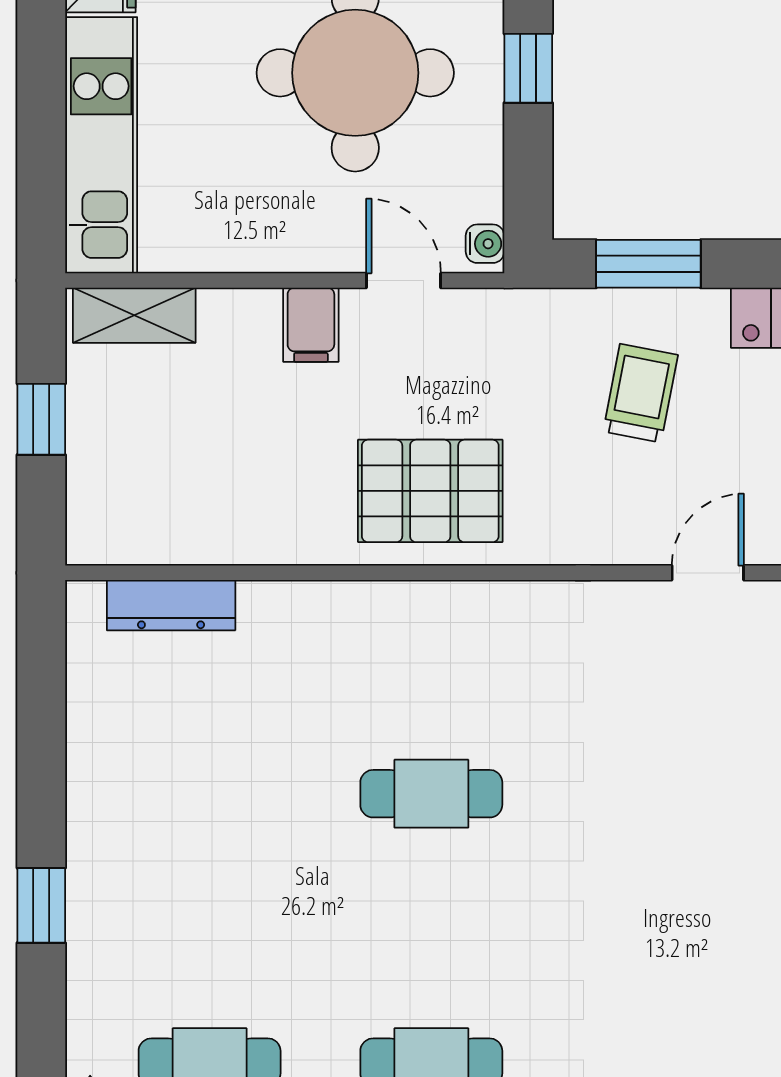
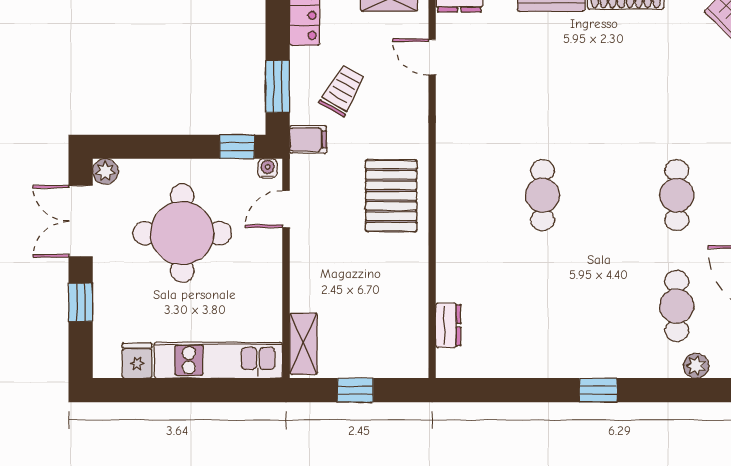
window: (528, 68) -> (237, 147), moved
filing cabinet: (311, 325) -> (308, 139), moved
trolley: (640, 393) -> (342, 91), turned 109
dresser: (171, 605) -> (448, 325), width x0.70

